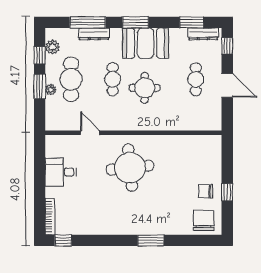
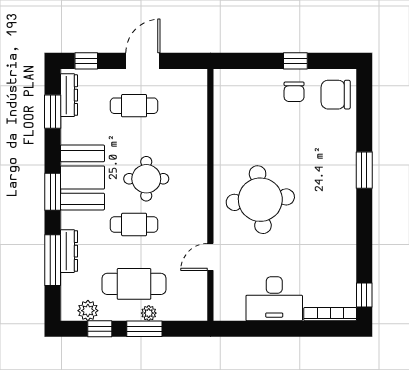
desk: (61, 172) -> (274, 299), width x1.37

